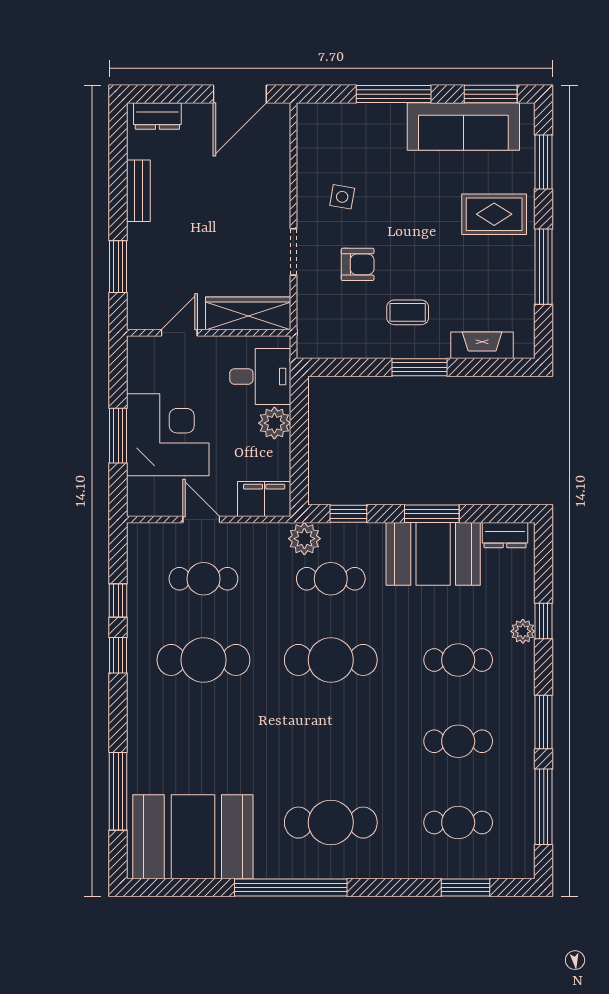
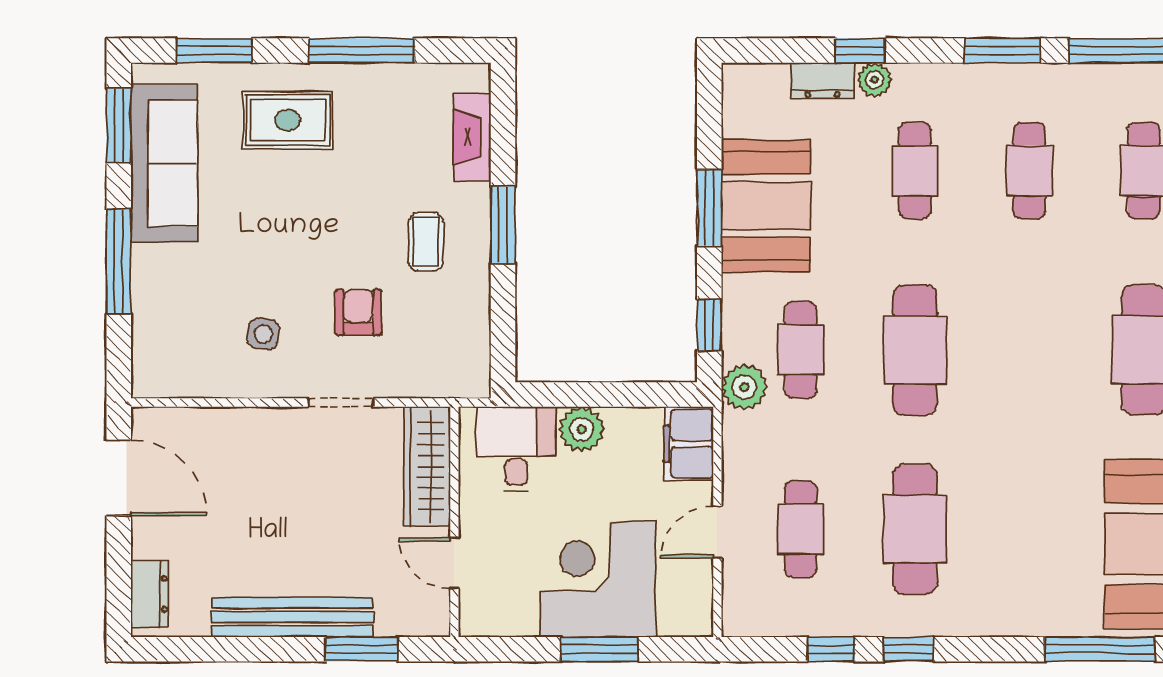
bench: (138, 191) -> (292, 617), width x1.86, depth x1.21
rug: (494, 214) -> (288, 120), turned 90
dresser: (505, 535) -> (822, 81), moved, turned 90

